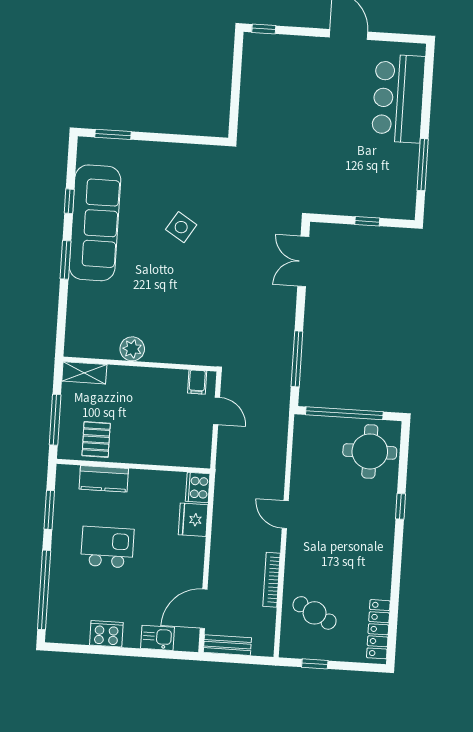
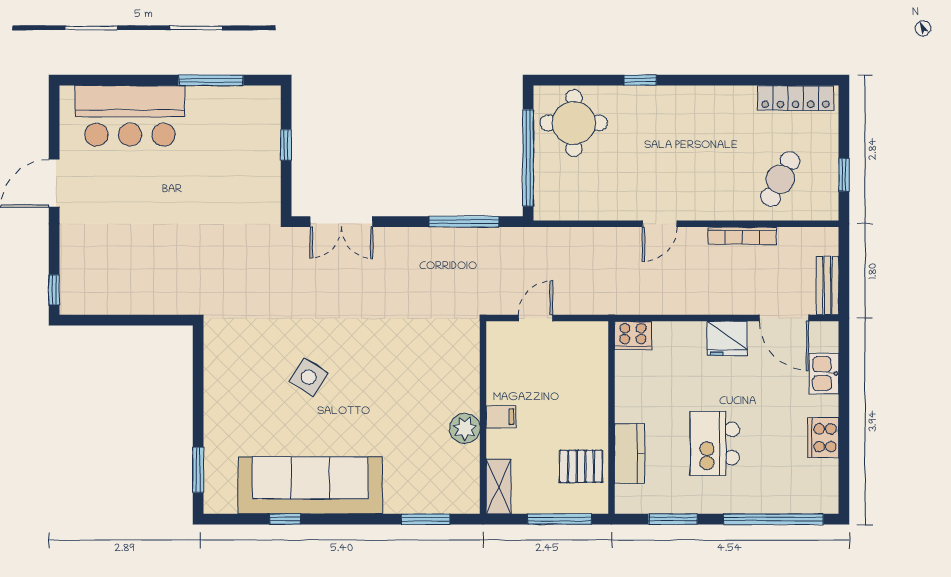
window: (65, 260) -> (426, 519), moved
filing cabinet: (197, 382) -> (501, 417), moved
fridge: (193, 520) -> (727, 338), moved

